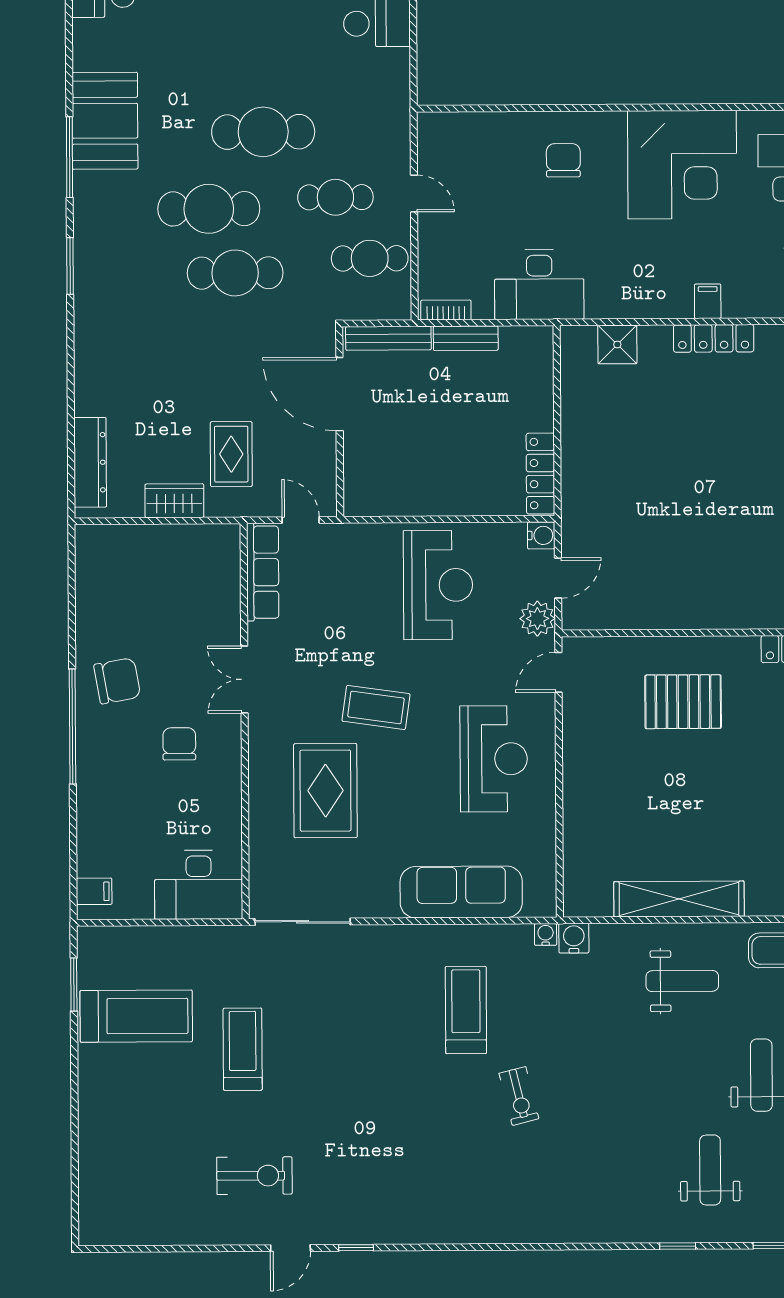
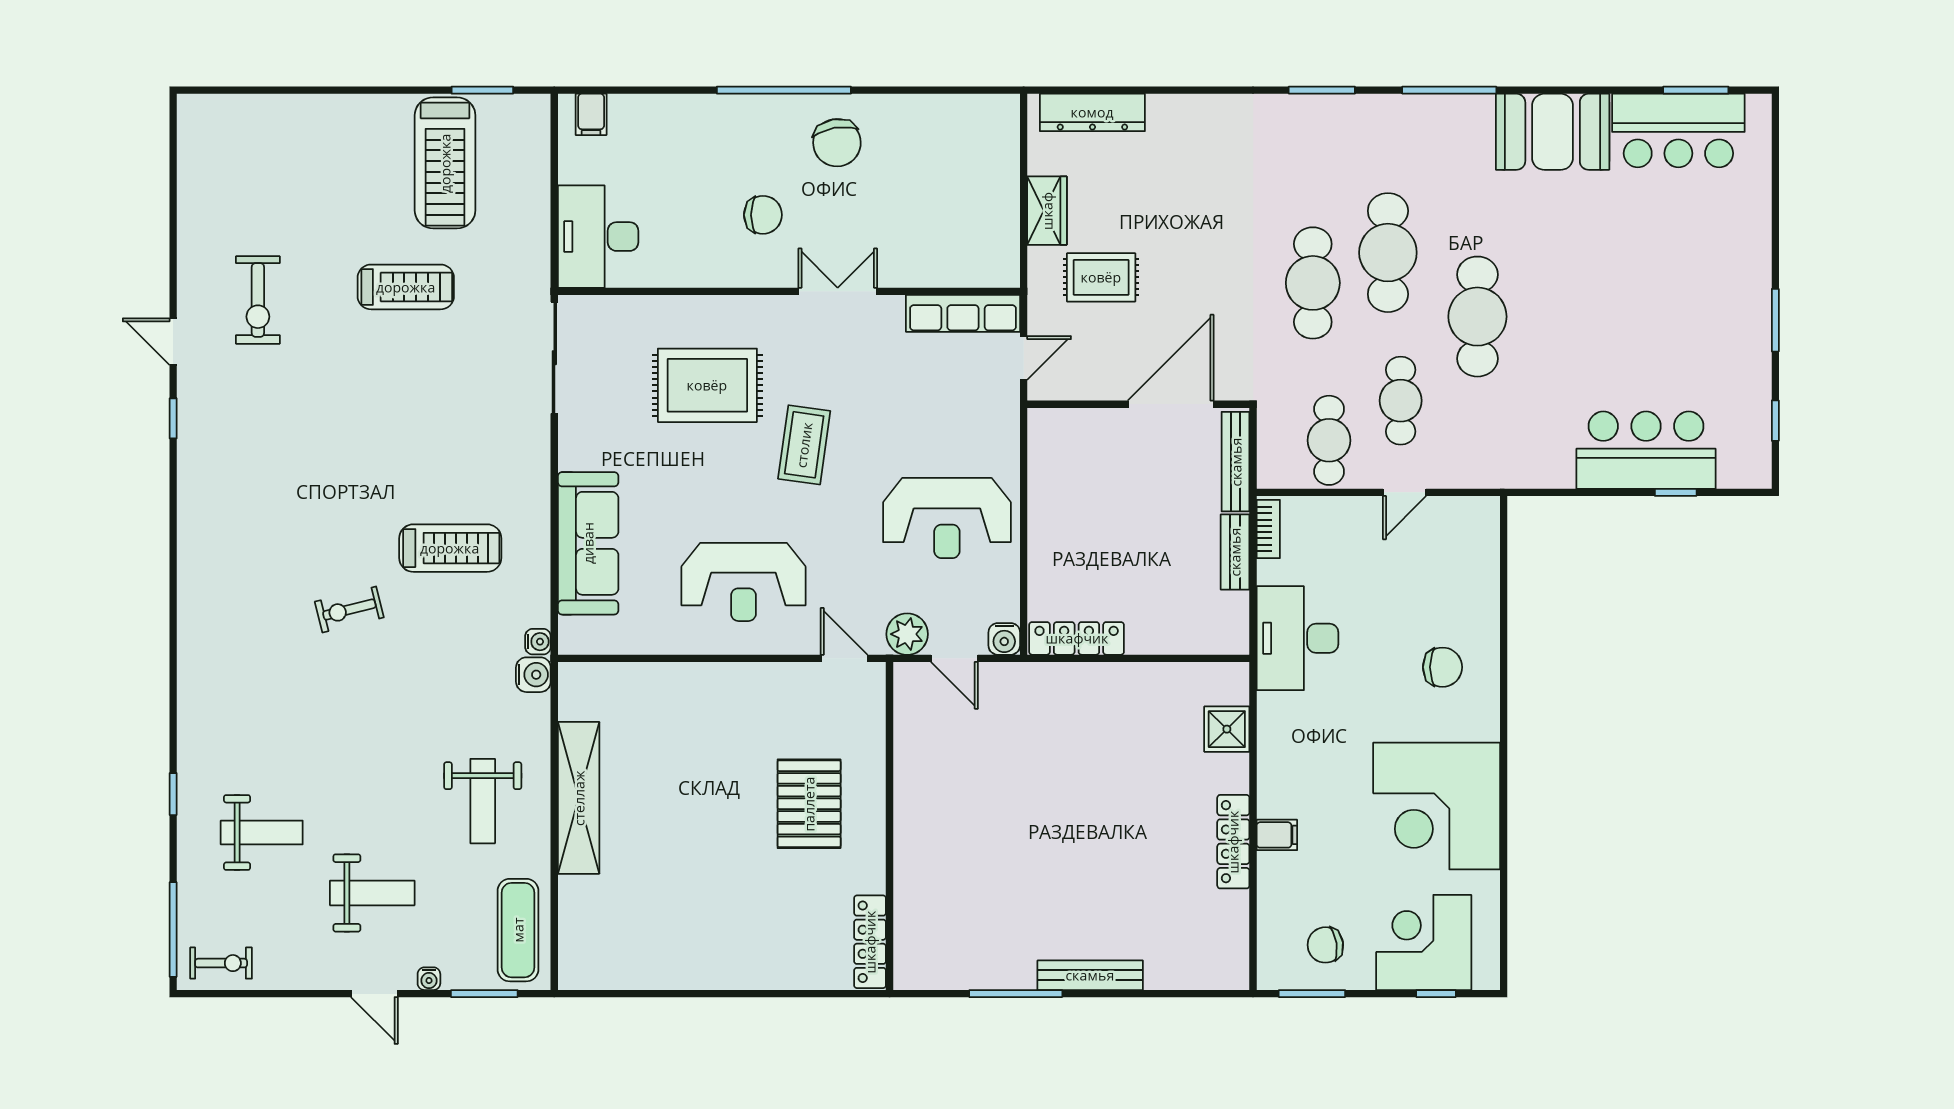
booth: (105, 121) -> (1553, 132), moved

